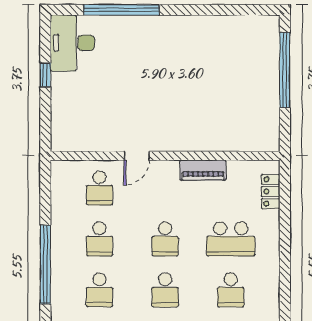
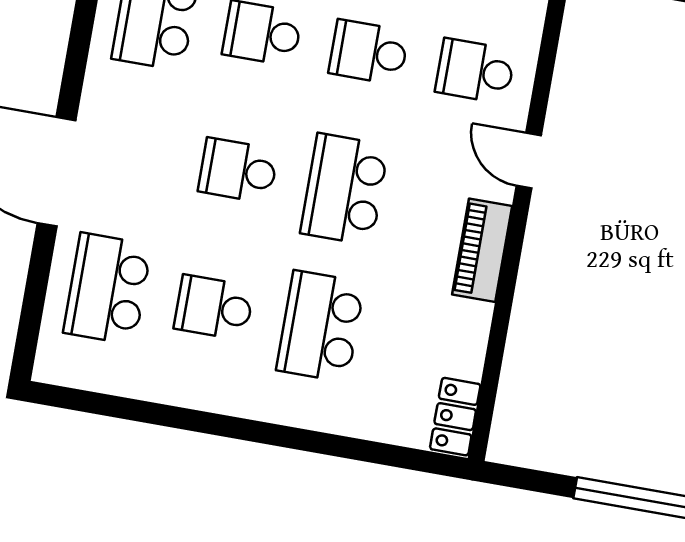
piano: (203, 170) -> (482, 250), moved
locker: (271, 192) -> (455, 417), moved, turned -90
school desk: (165, 239) -> (345, 189), width x1.85

